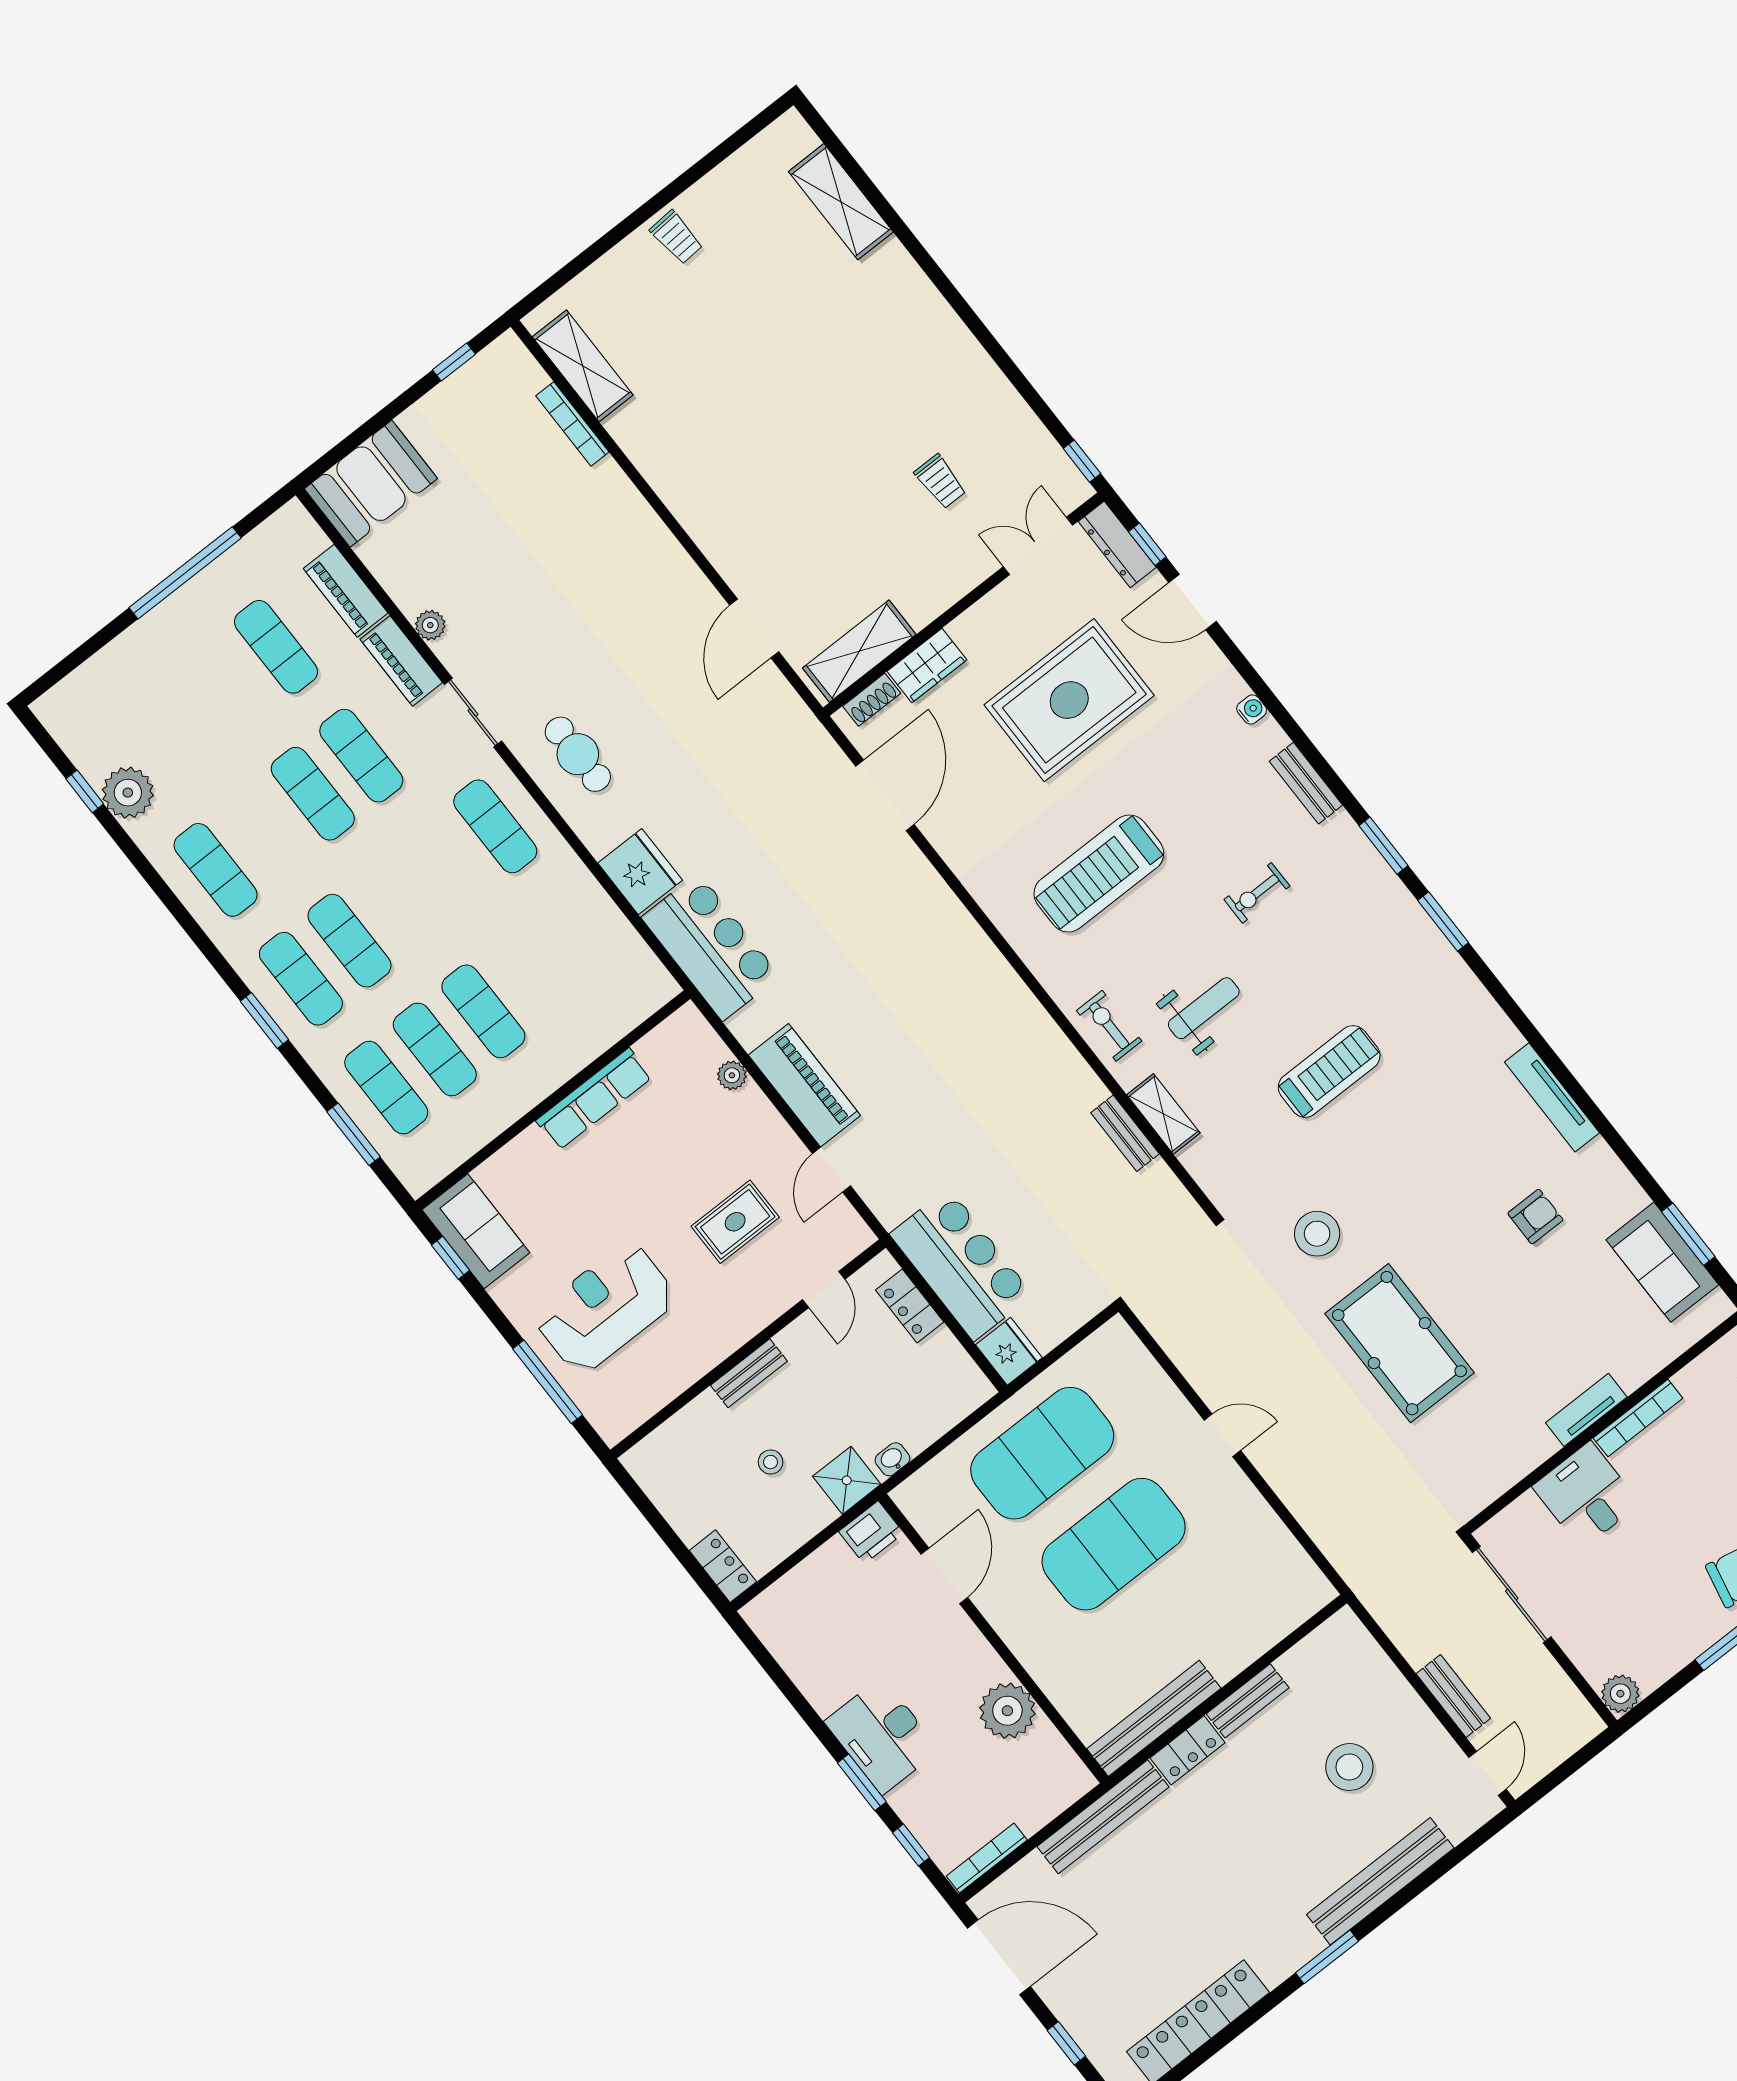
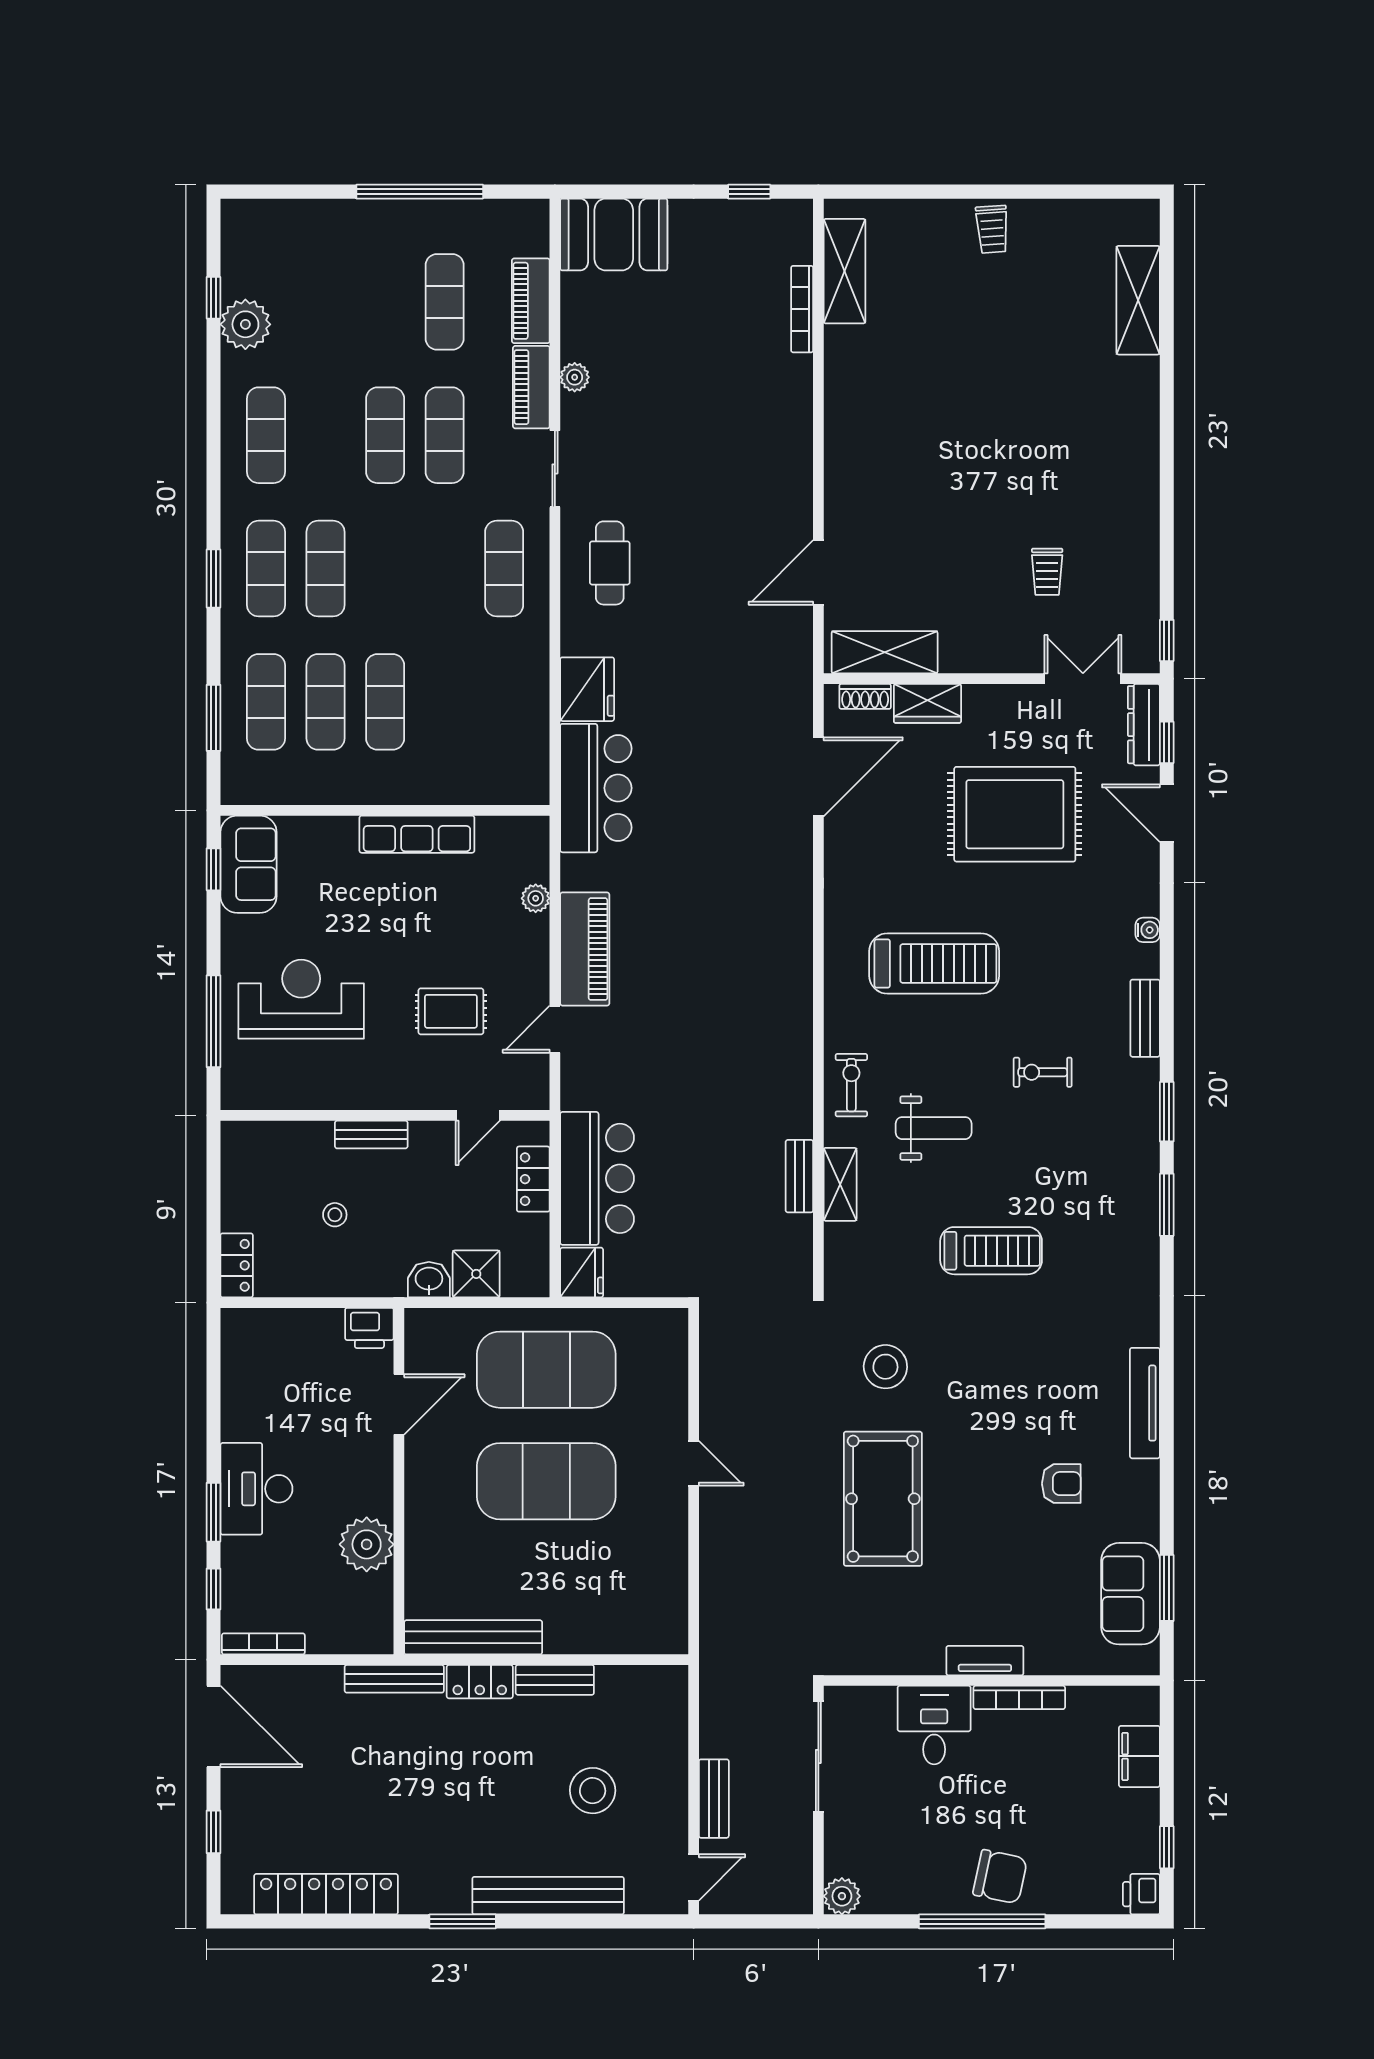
treadmill: (1099, 874) -> (934, 963), turned 180
washbasin: (892, 1459) -> (429, 1280), width x1.38, depth x1.45
shower: (847, 1480) -> (476, 1274), moved
bench: (1103, 1817) -> (394, 1679), width x0.73, depth x0.82

